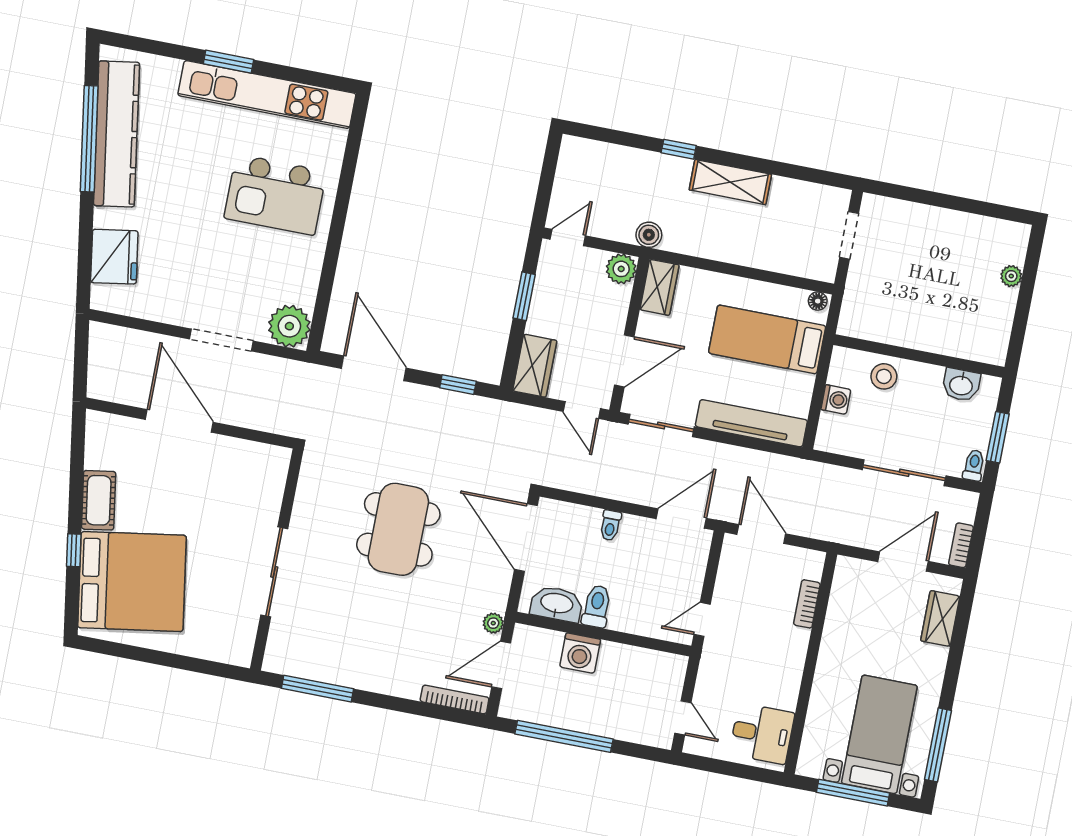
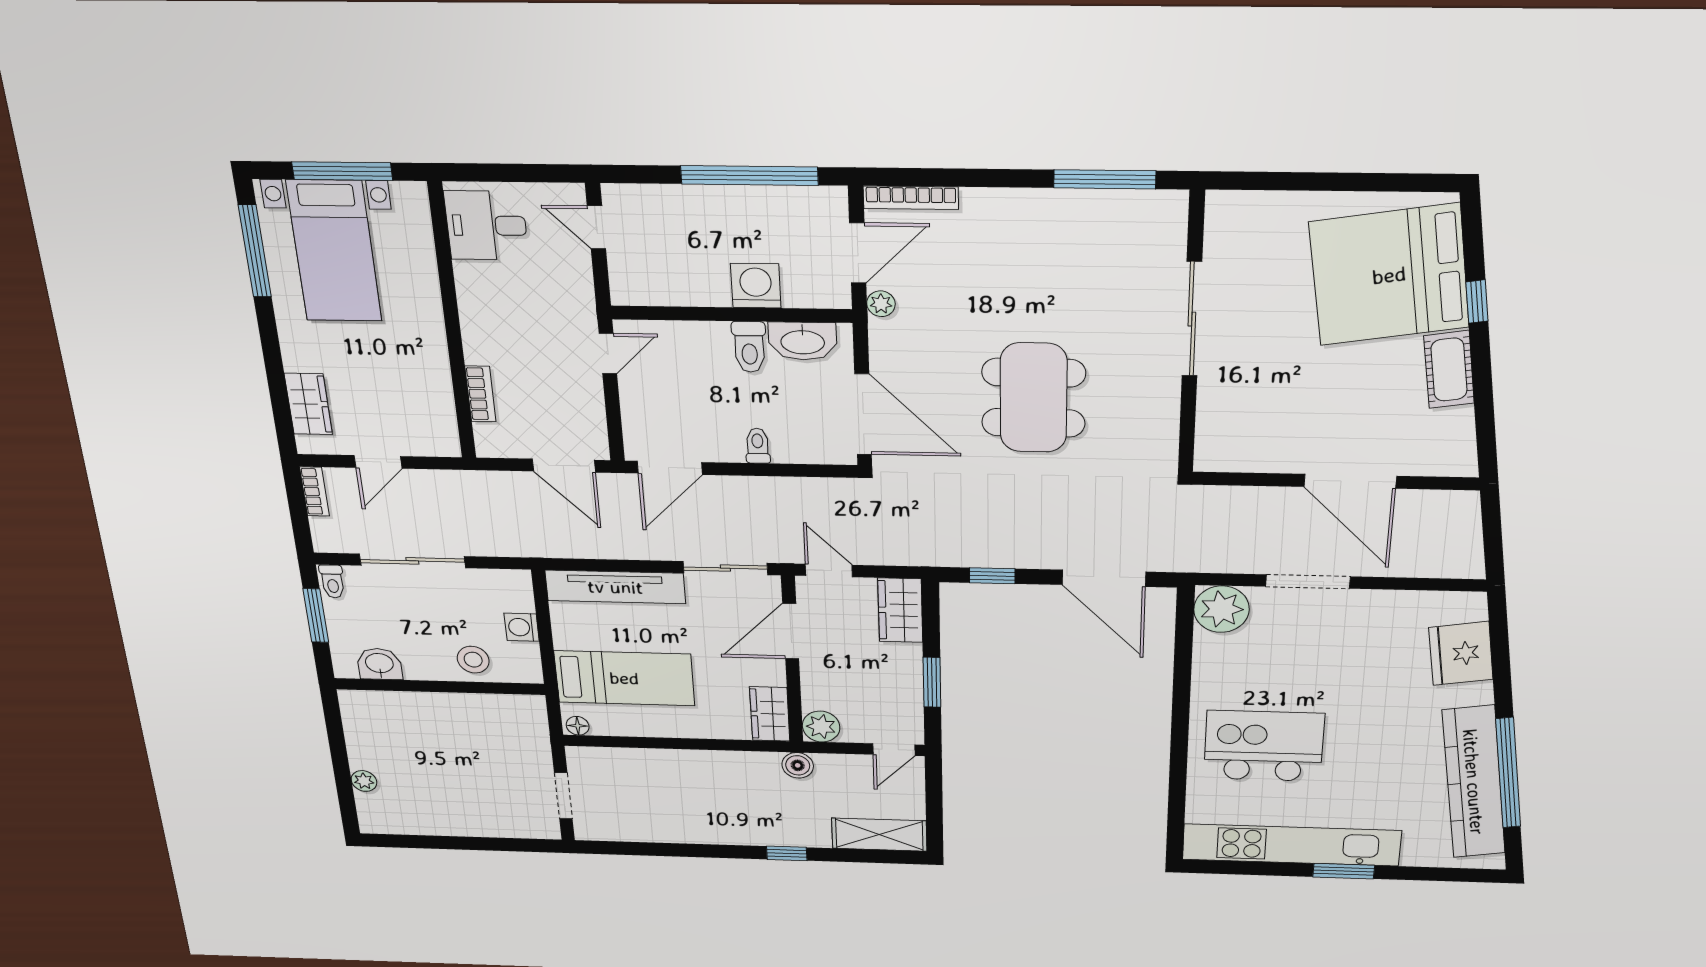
shelving: (730, 182) -> (879, 835), moved
door: (903, 562) -> (378, 462), width x0.73

